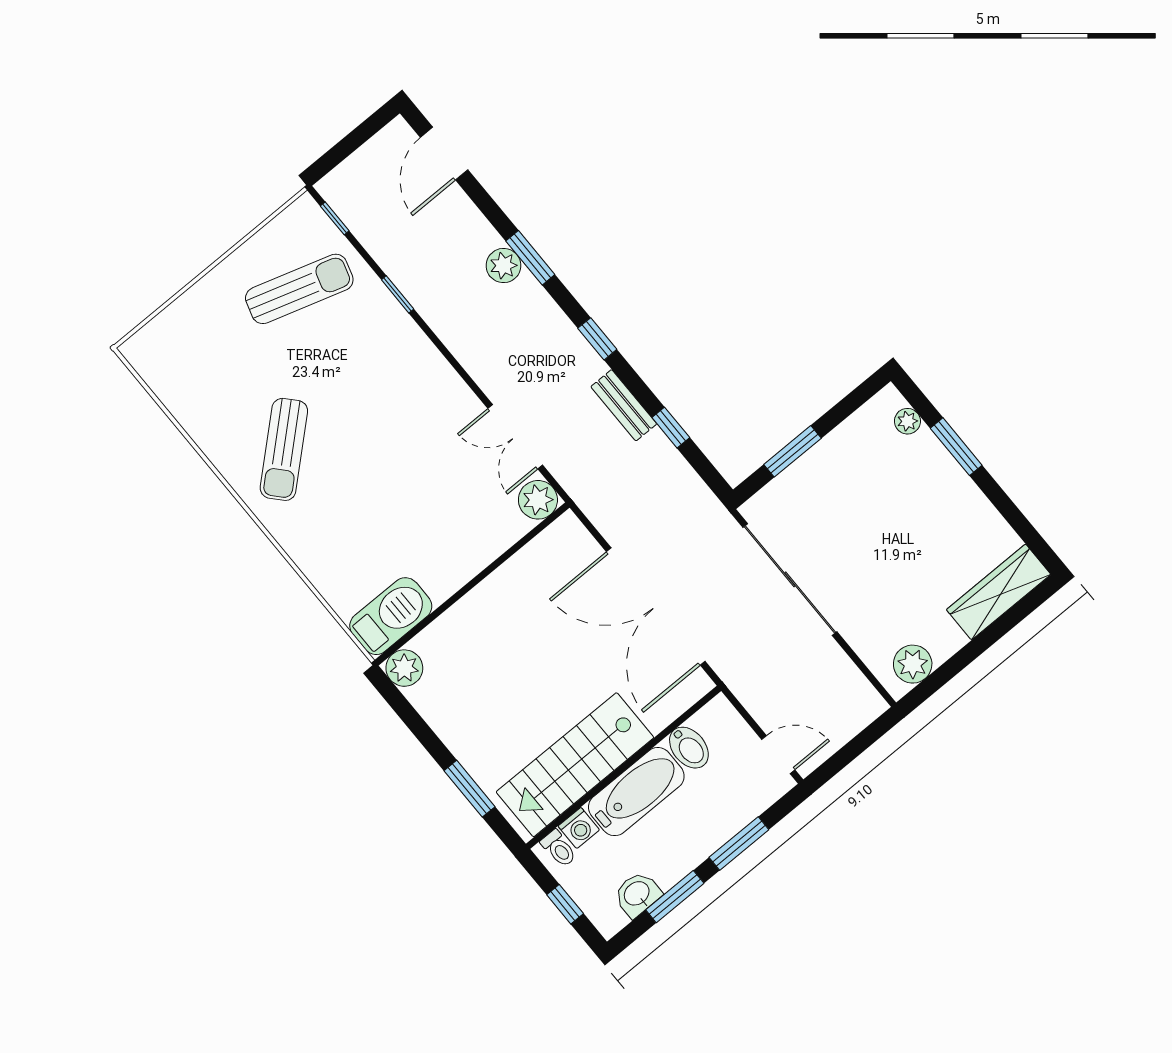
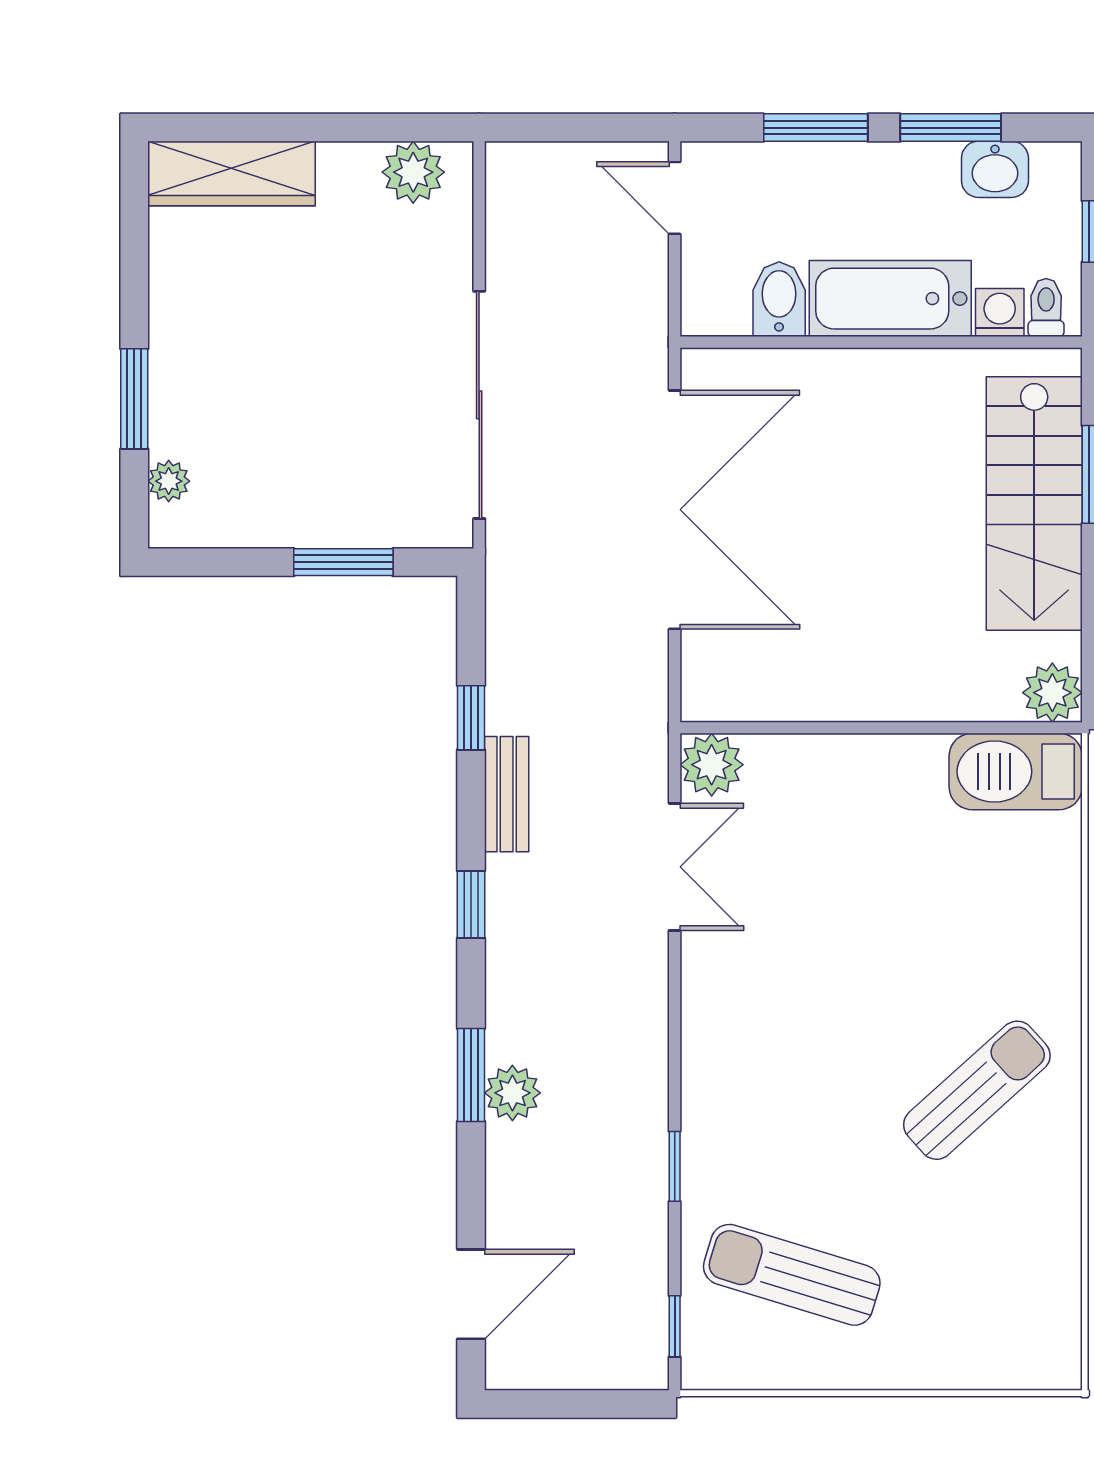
stairs: (575, 765) -> (1034, 504), moved, turned 90

